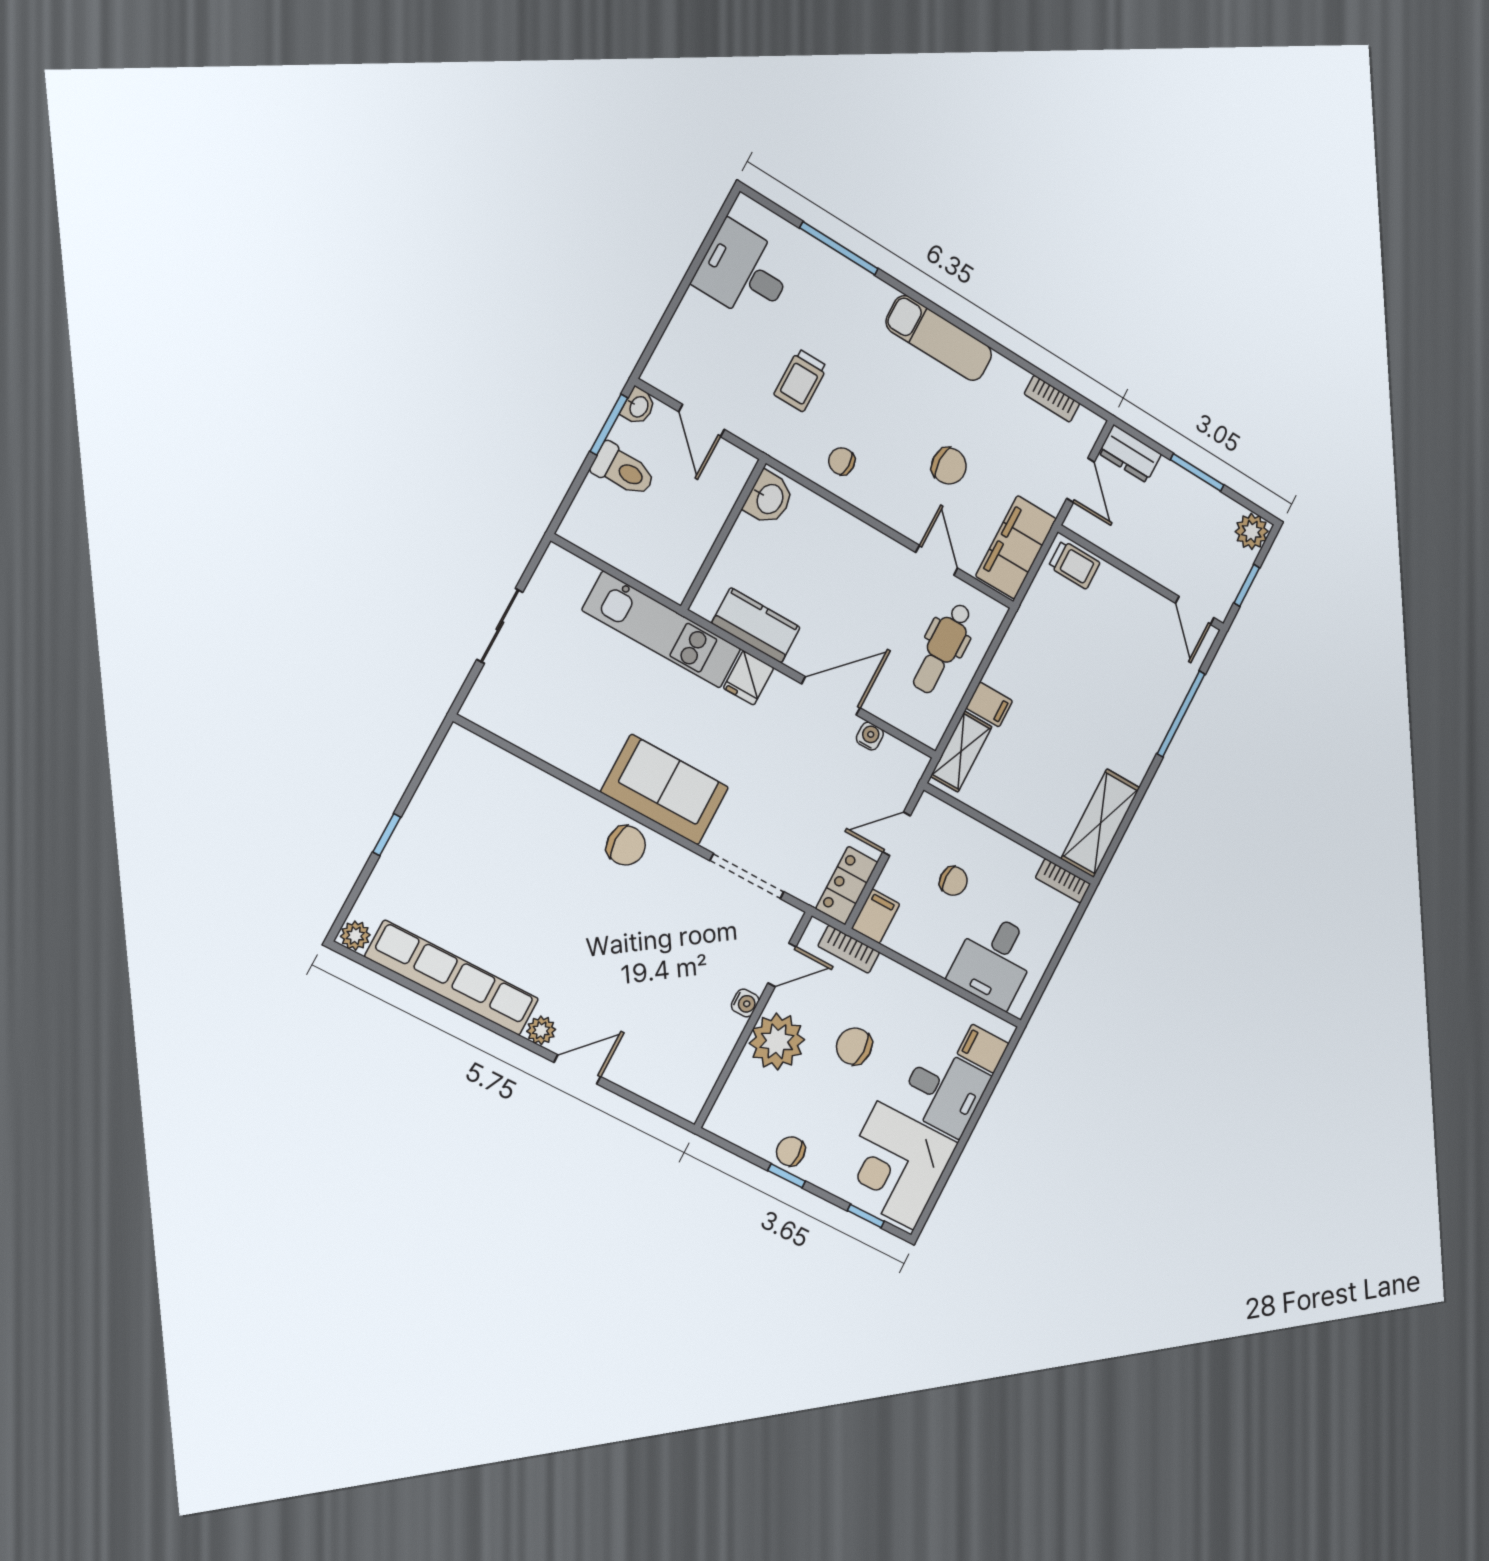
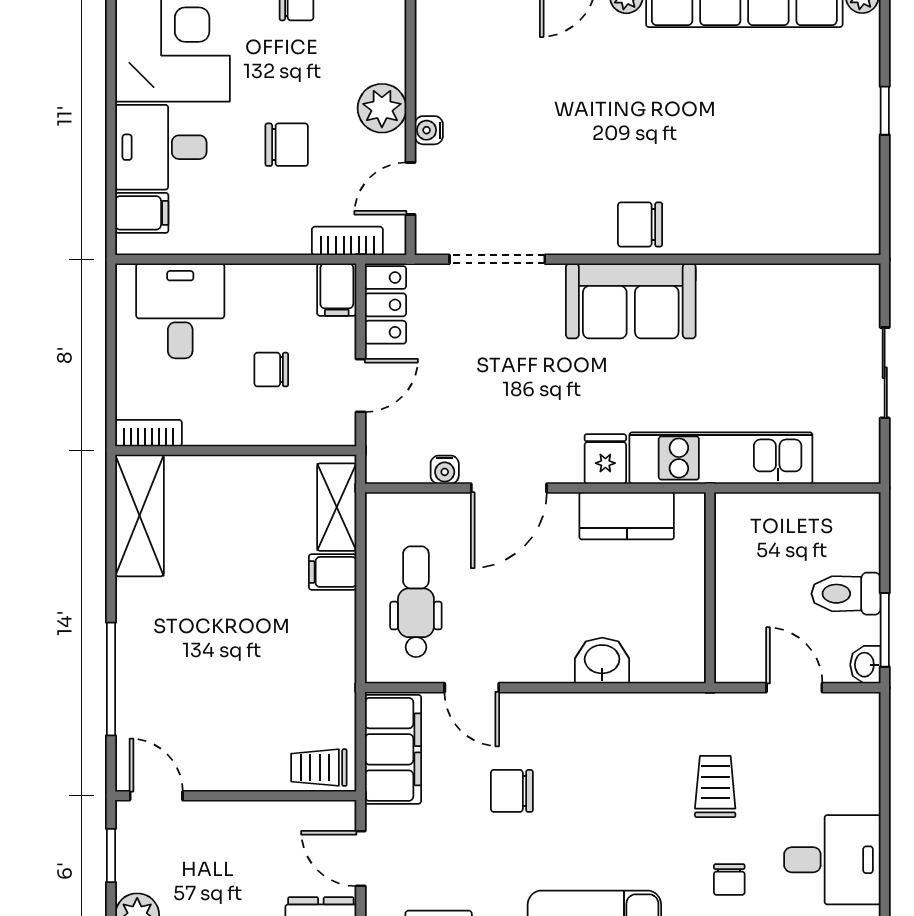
chair: (842, 461) -> (729, 880), moved, turned 90
washbasin: (769, 498) -> (602, 661), moved, turned 90
plant: (777, 1041) -> (382, 108), width x0.73, depth x0.73

